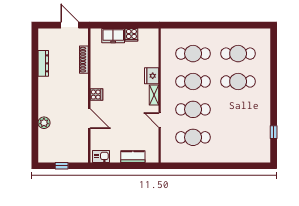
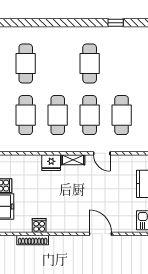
cafe table: (238, 81) -> (90, 64), moved
cooker: (96, 95) -> (39, 226), moved
door: (89, 119) -> (100, 234), hinge flipped
door: (160, 120) -> (102, 153), hinge flipped

